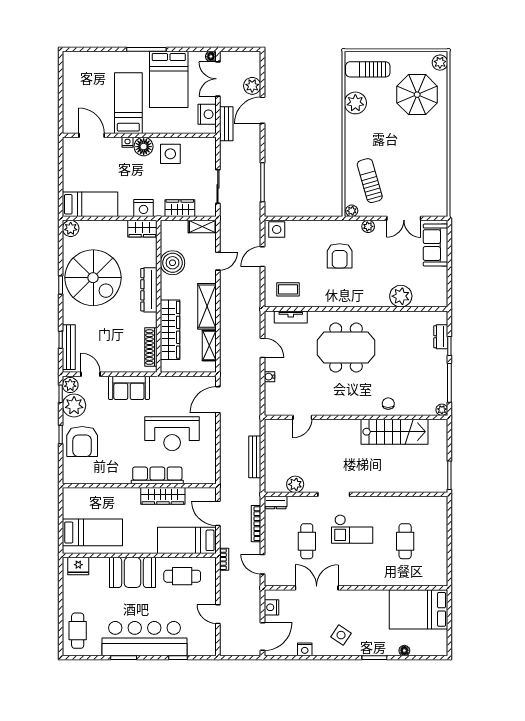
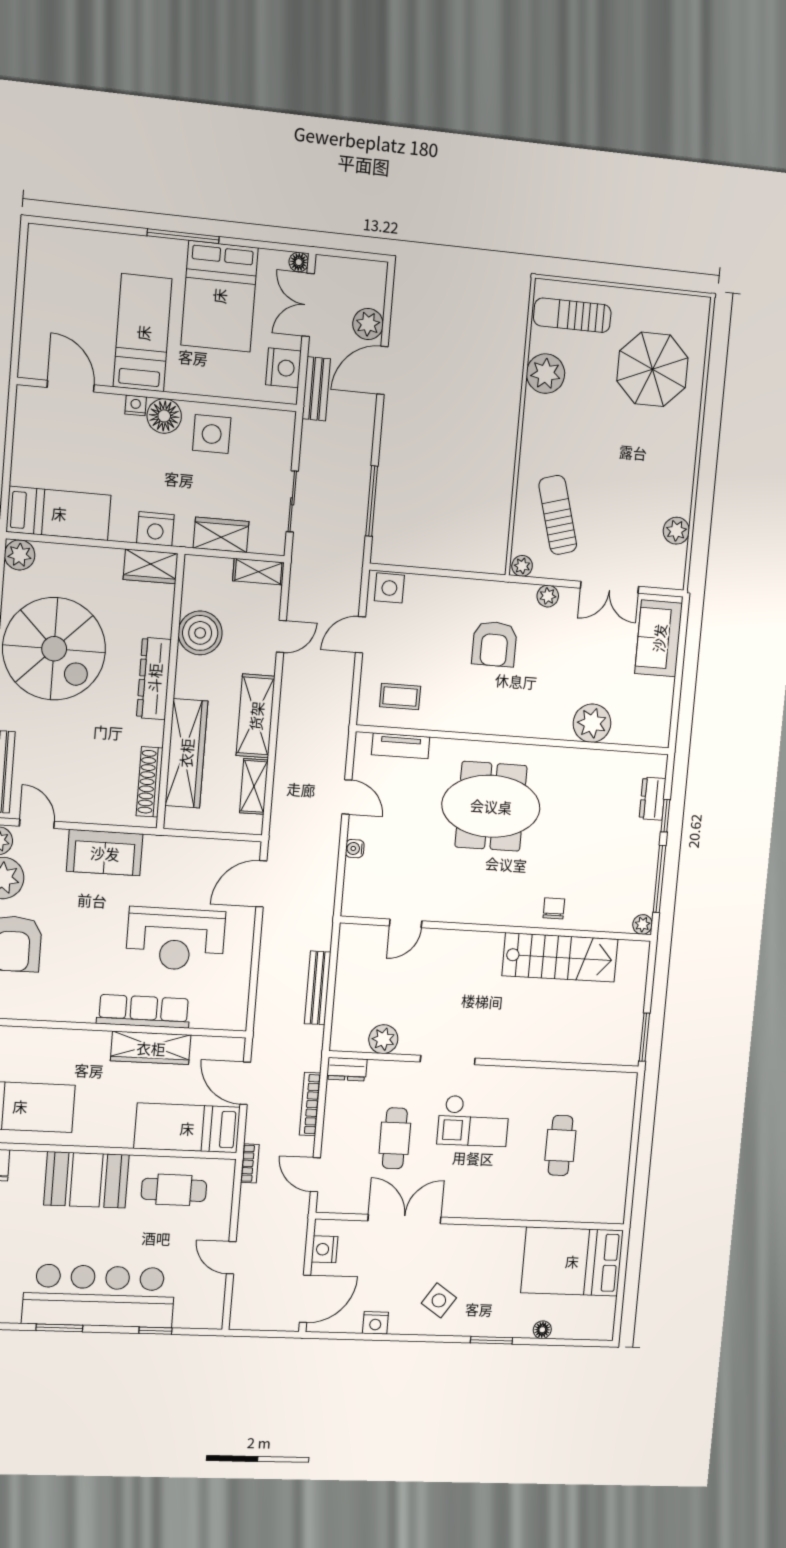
plant: (440, 63) -> (676, 531), moved

